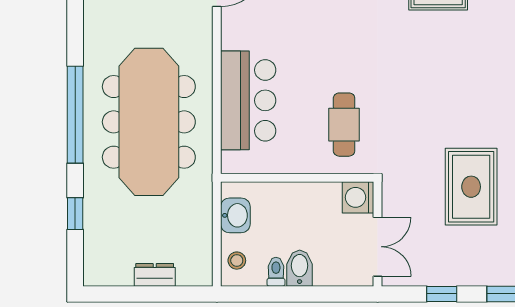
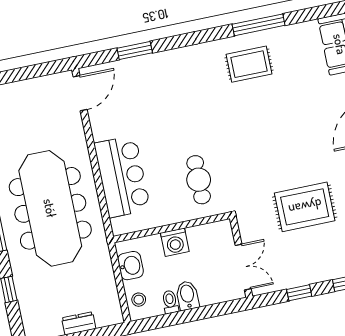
rug: (471, 187) -> (305, 207), turned 90
washing machine: (358, 197) -> (175, 242), moved, turned -90

